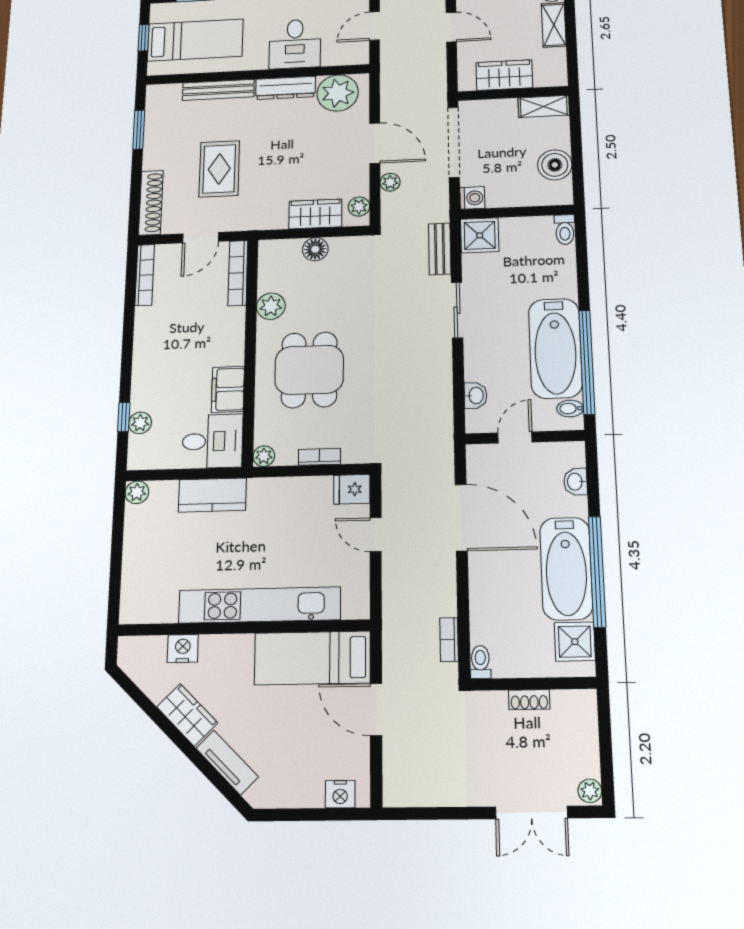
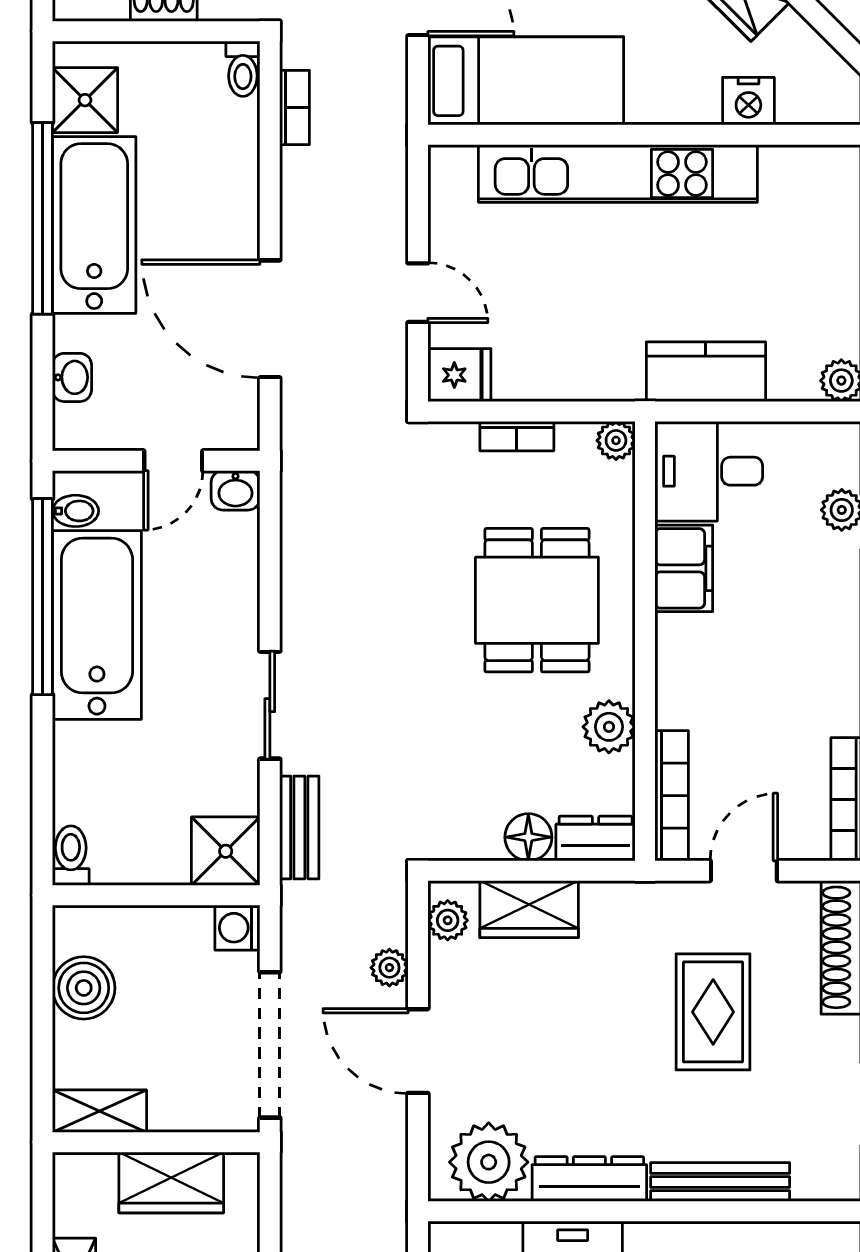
dresser: (279, 250) -> (596, 838), added
washbasin: (476, 396) -> (236, 490), moved, turned -90

